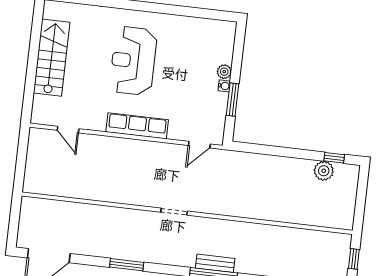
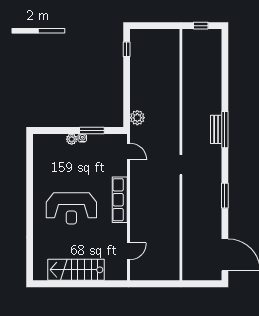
plant: (324, 171) -> (137, 118), moved

